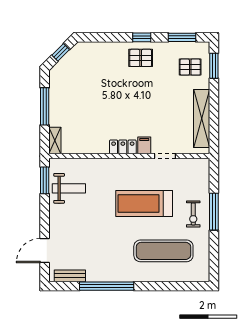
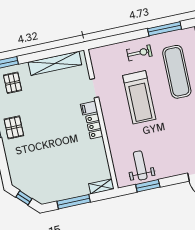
window: (45, 180) -> (148, 186), moved
window: (214, 212) -> (164, 29), moved

